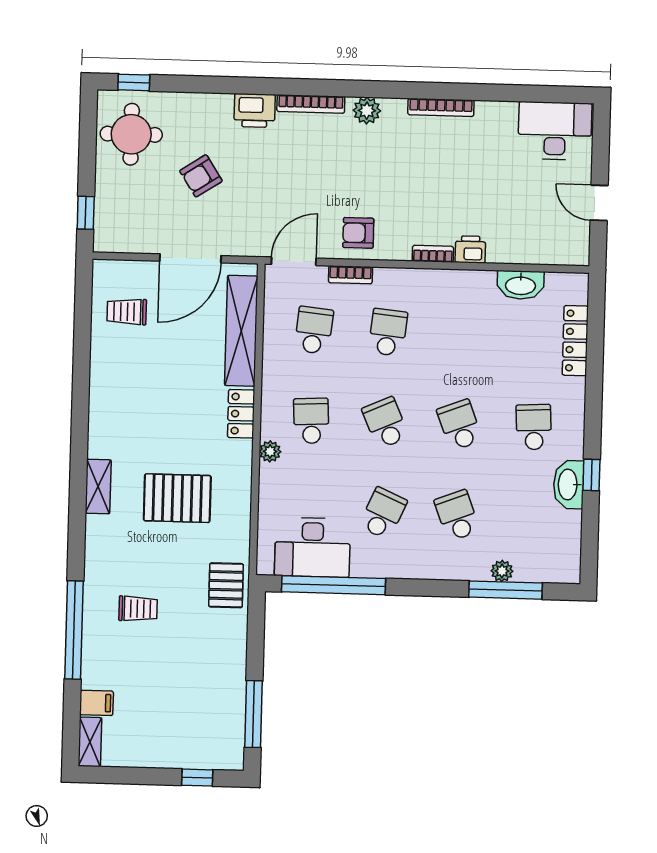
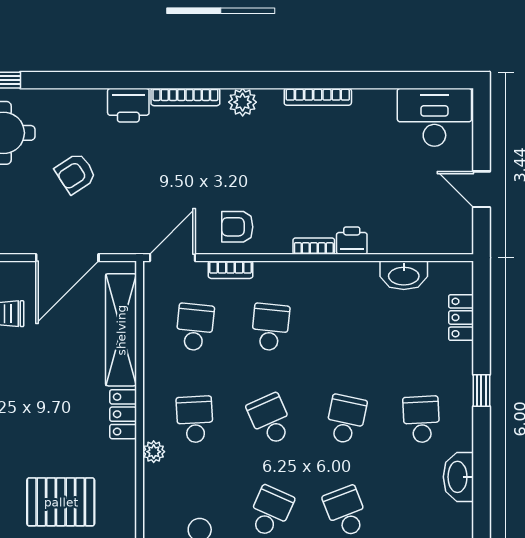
locker: (575, 341) -> (461, 318), width x0.66
school desk: (460, 425) -> (346, 419), turned 33
window: (591, 475) -> (481, 391), moved

